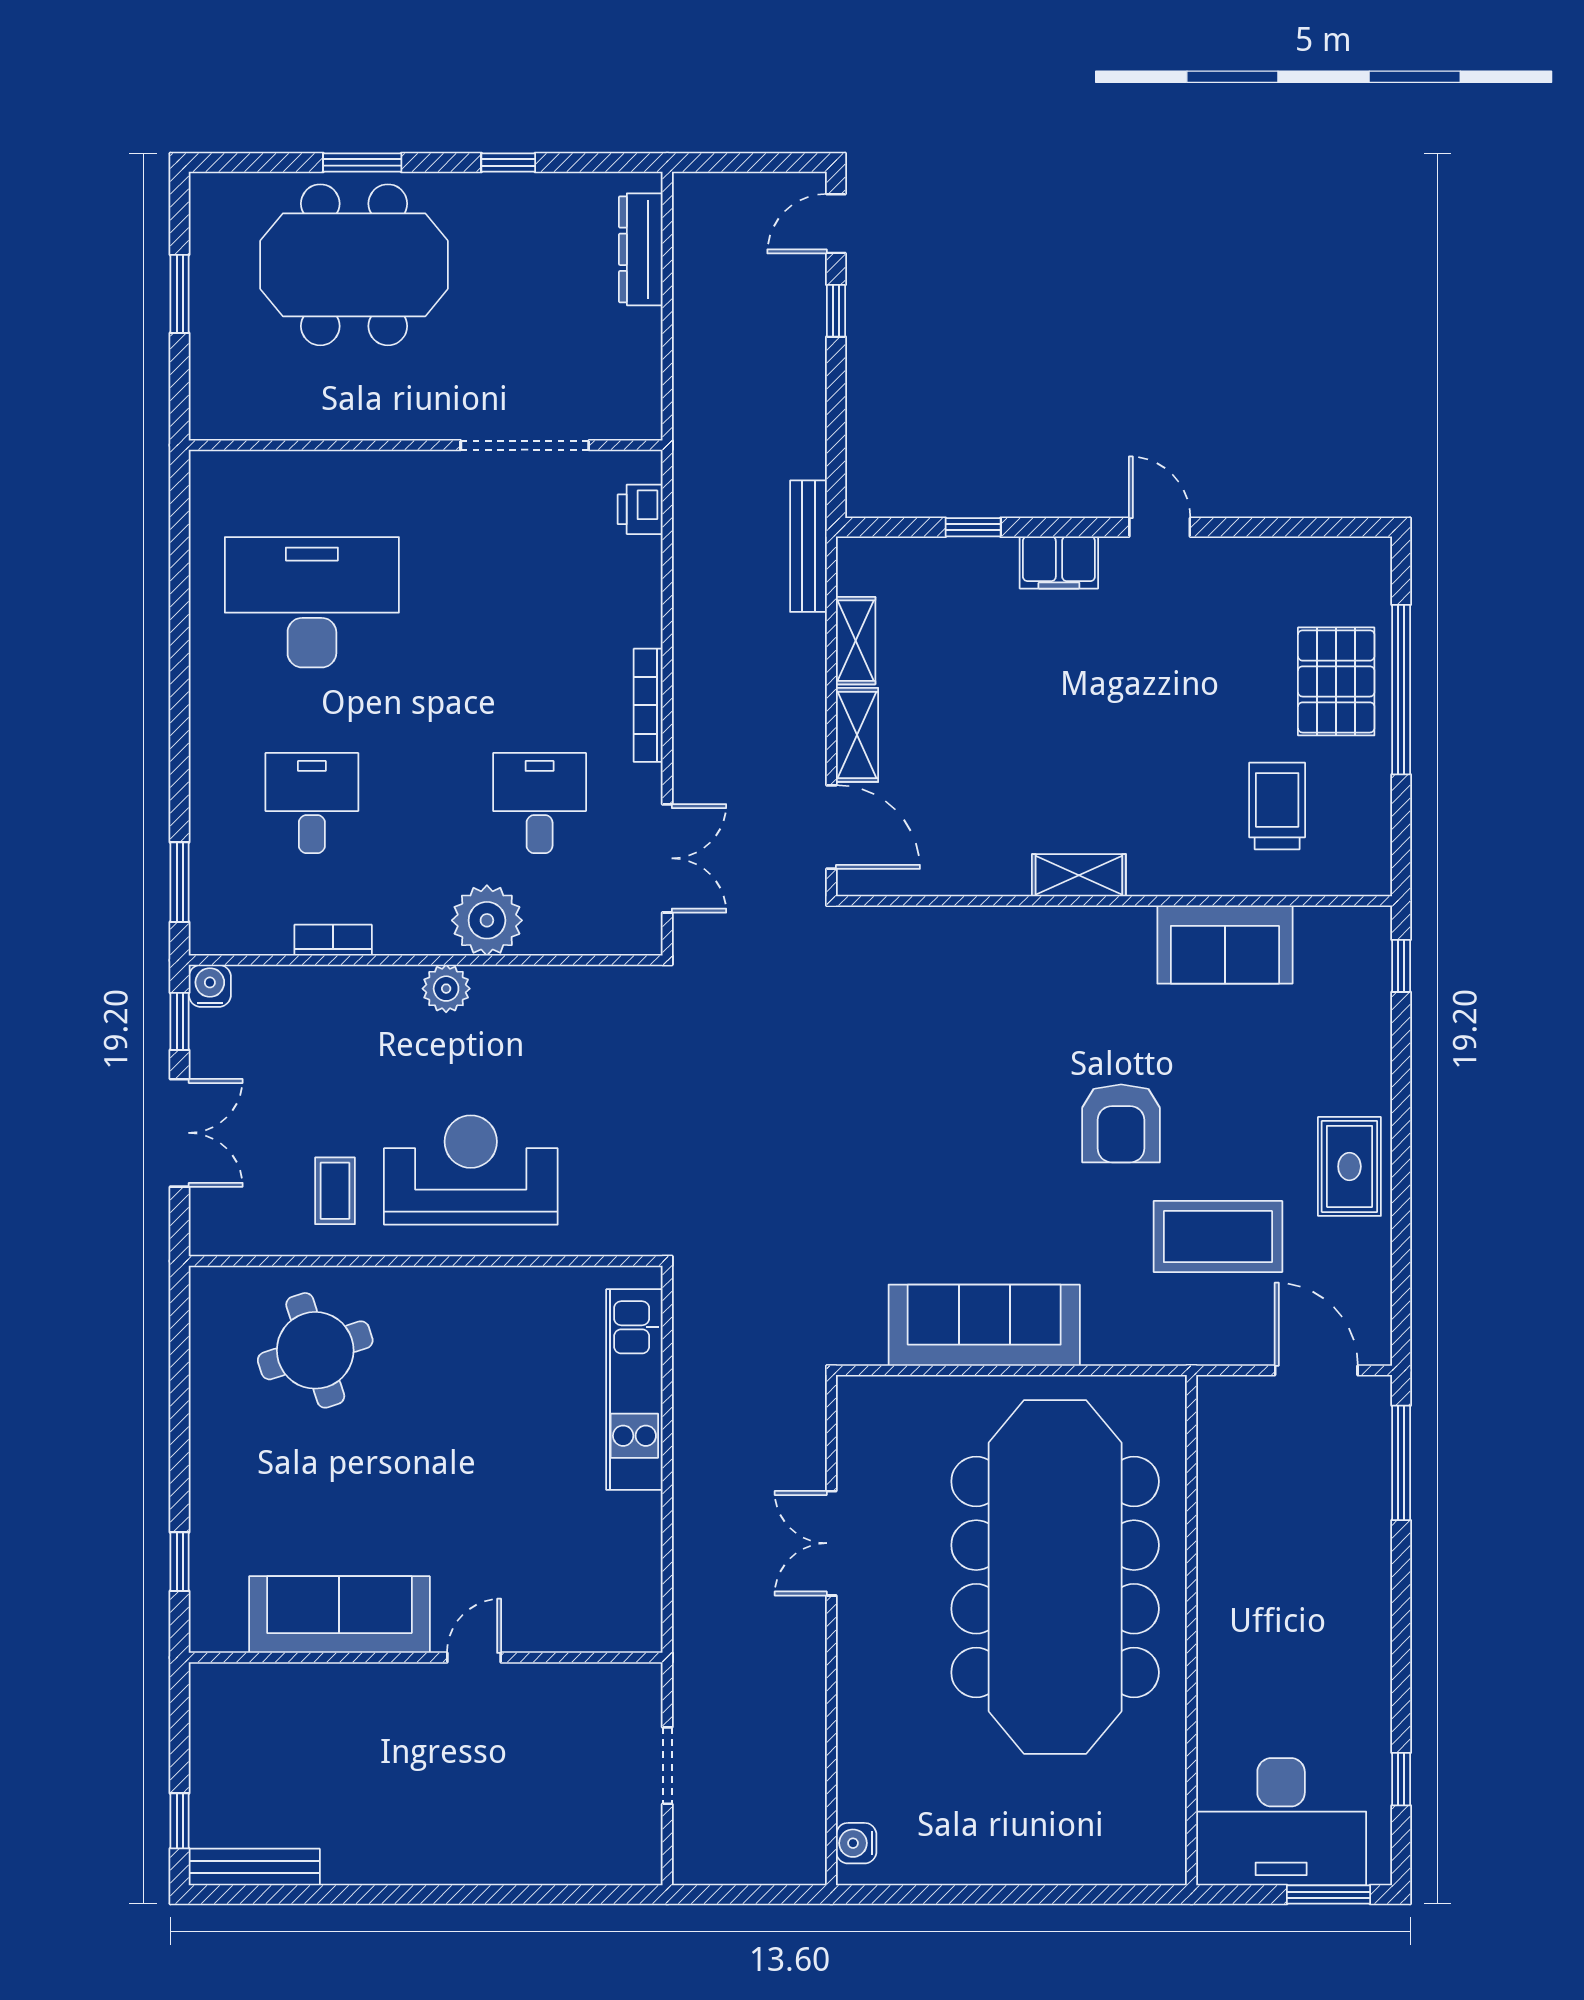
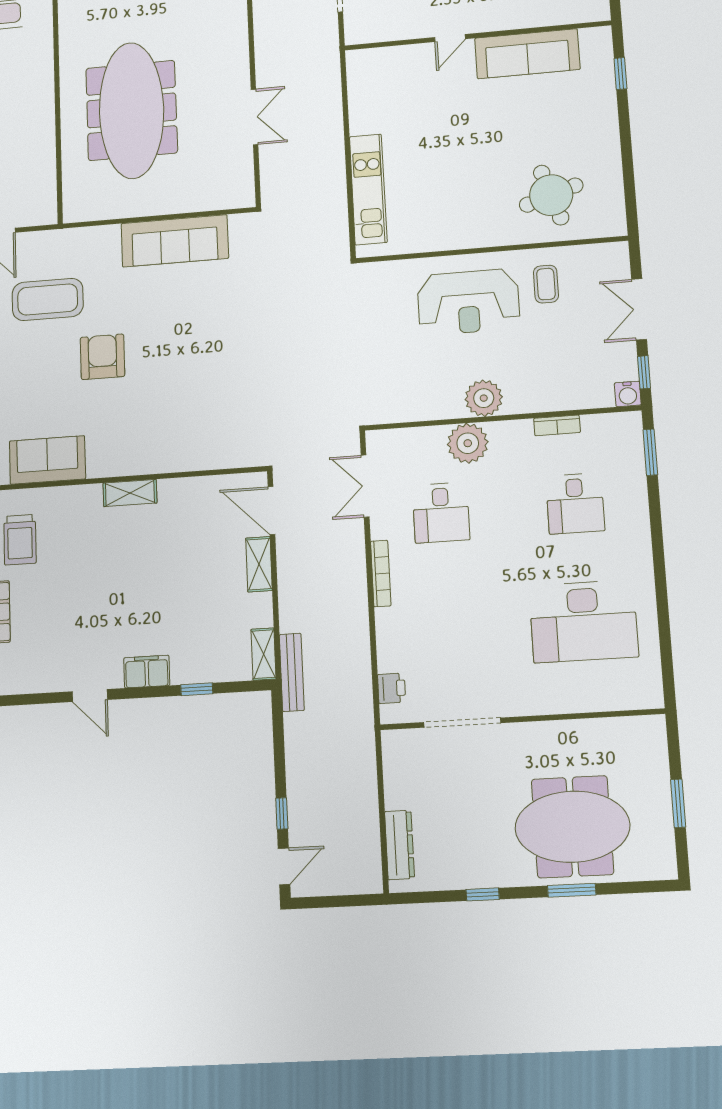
shelving: (856, 641) -> (264, 654), moved
plant: (446, 989) -> (484, 398), width x1.36, depth x1.36
meeting table: (1055, 1577) -> (132, 110), width x0.73, depth x0.79

